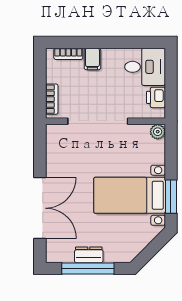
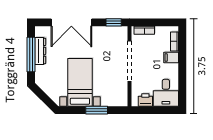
plant: (158, 132) -> (122, 101), removed
window: (40, 145) -> (114, 22), added
window: (171, 197) -> (97, 110), moved
dresser: (89, 255) -> (40, 51), width x1.44

